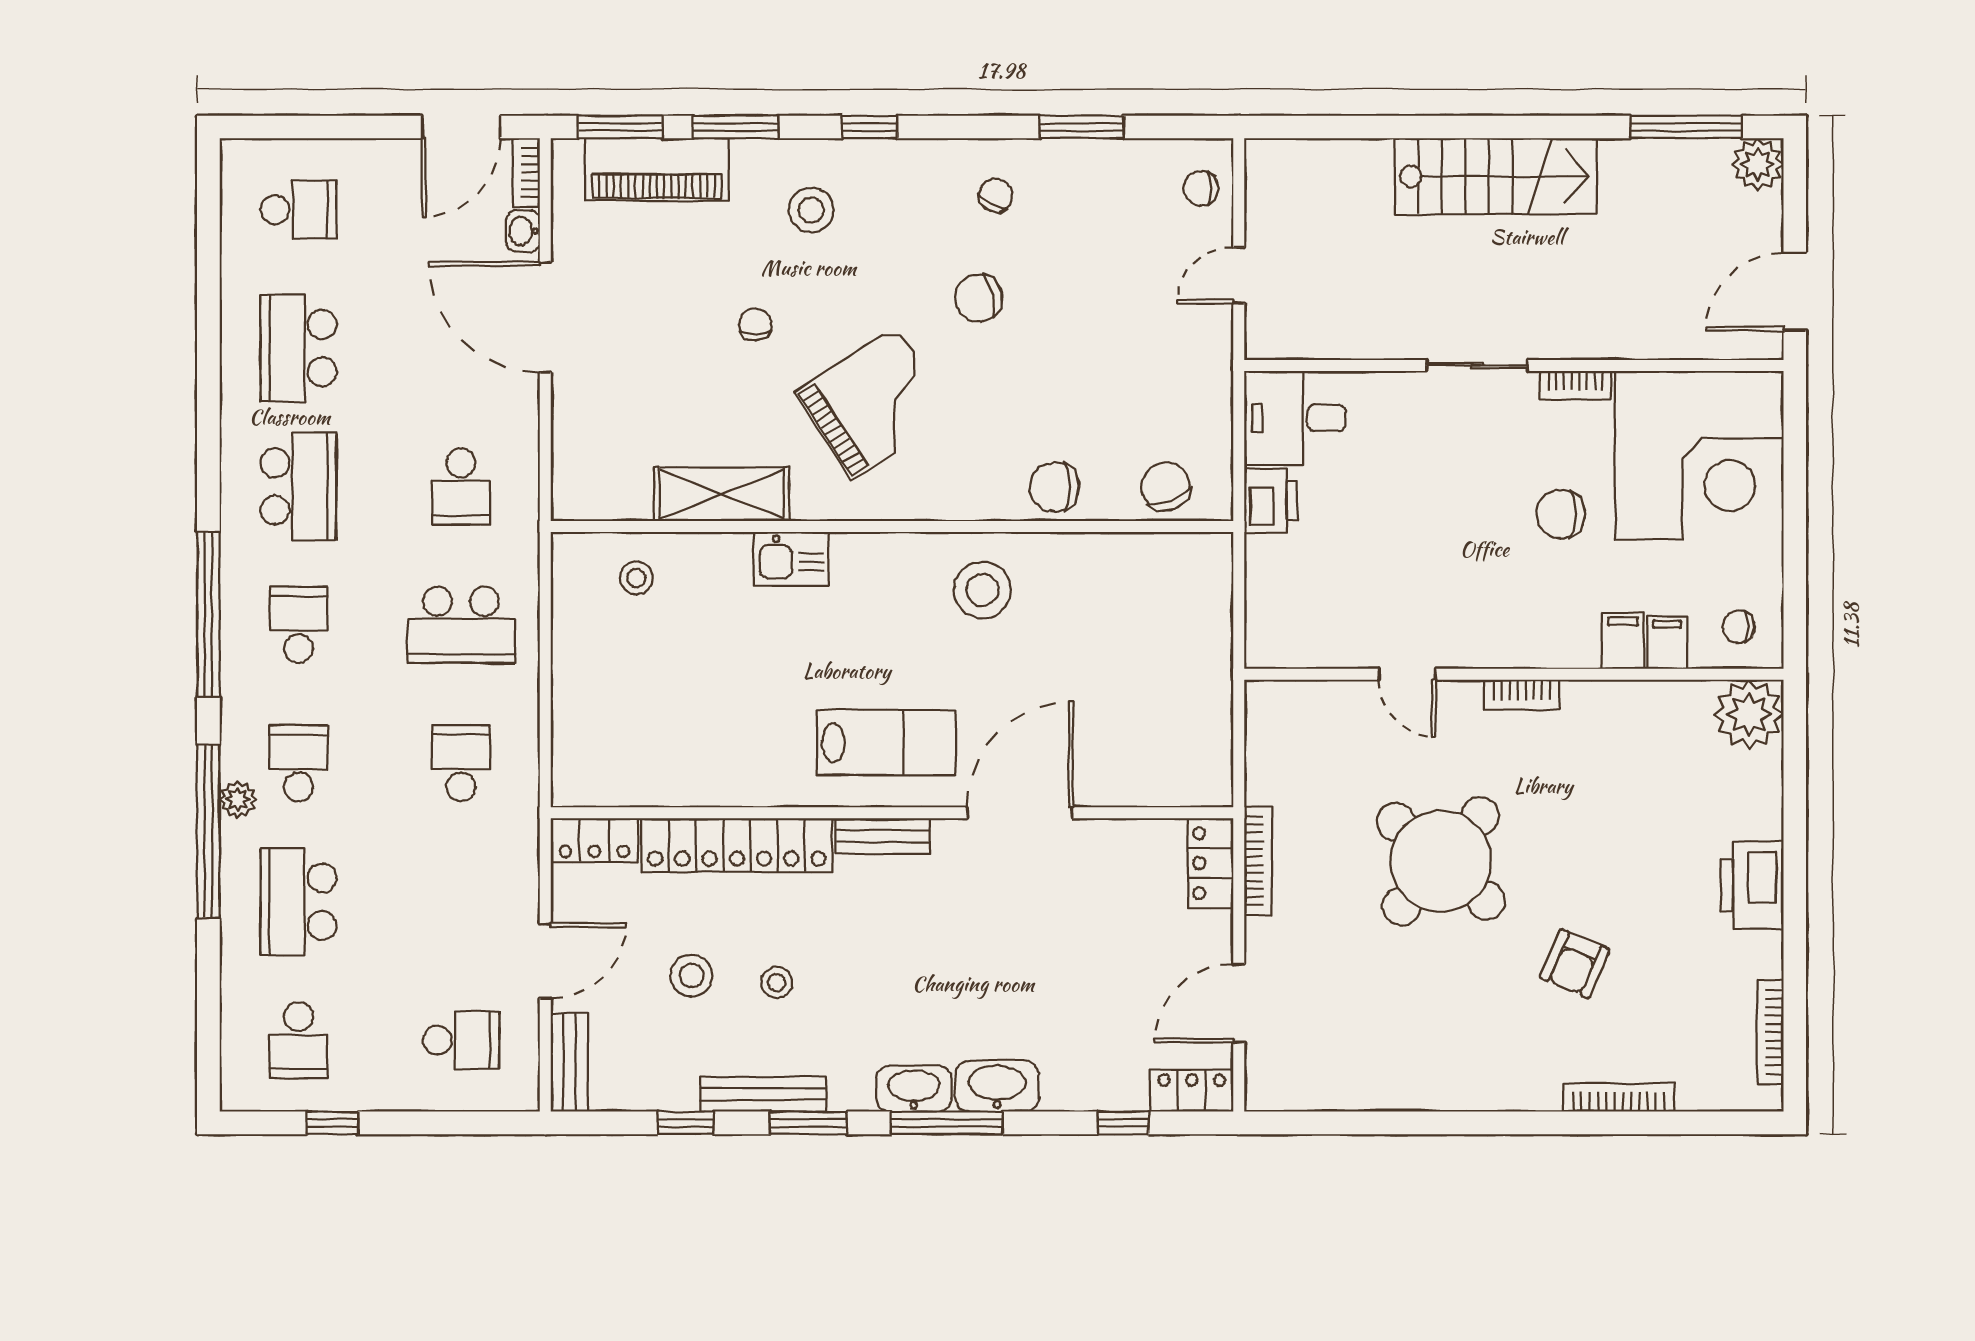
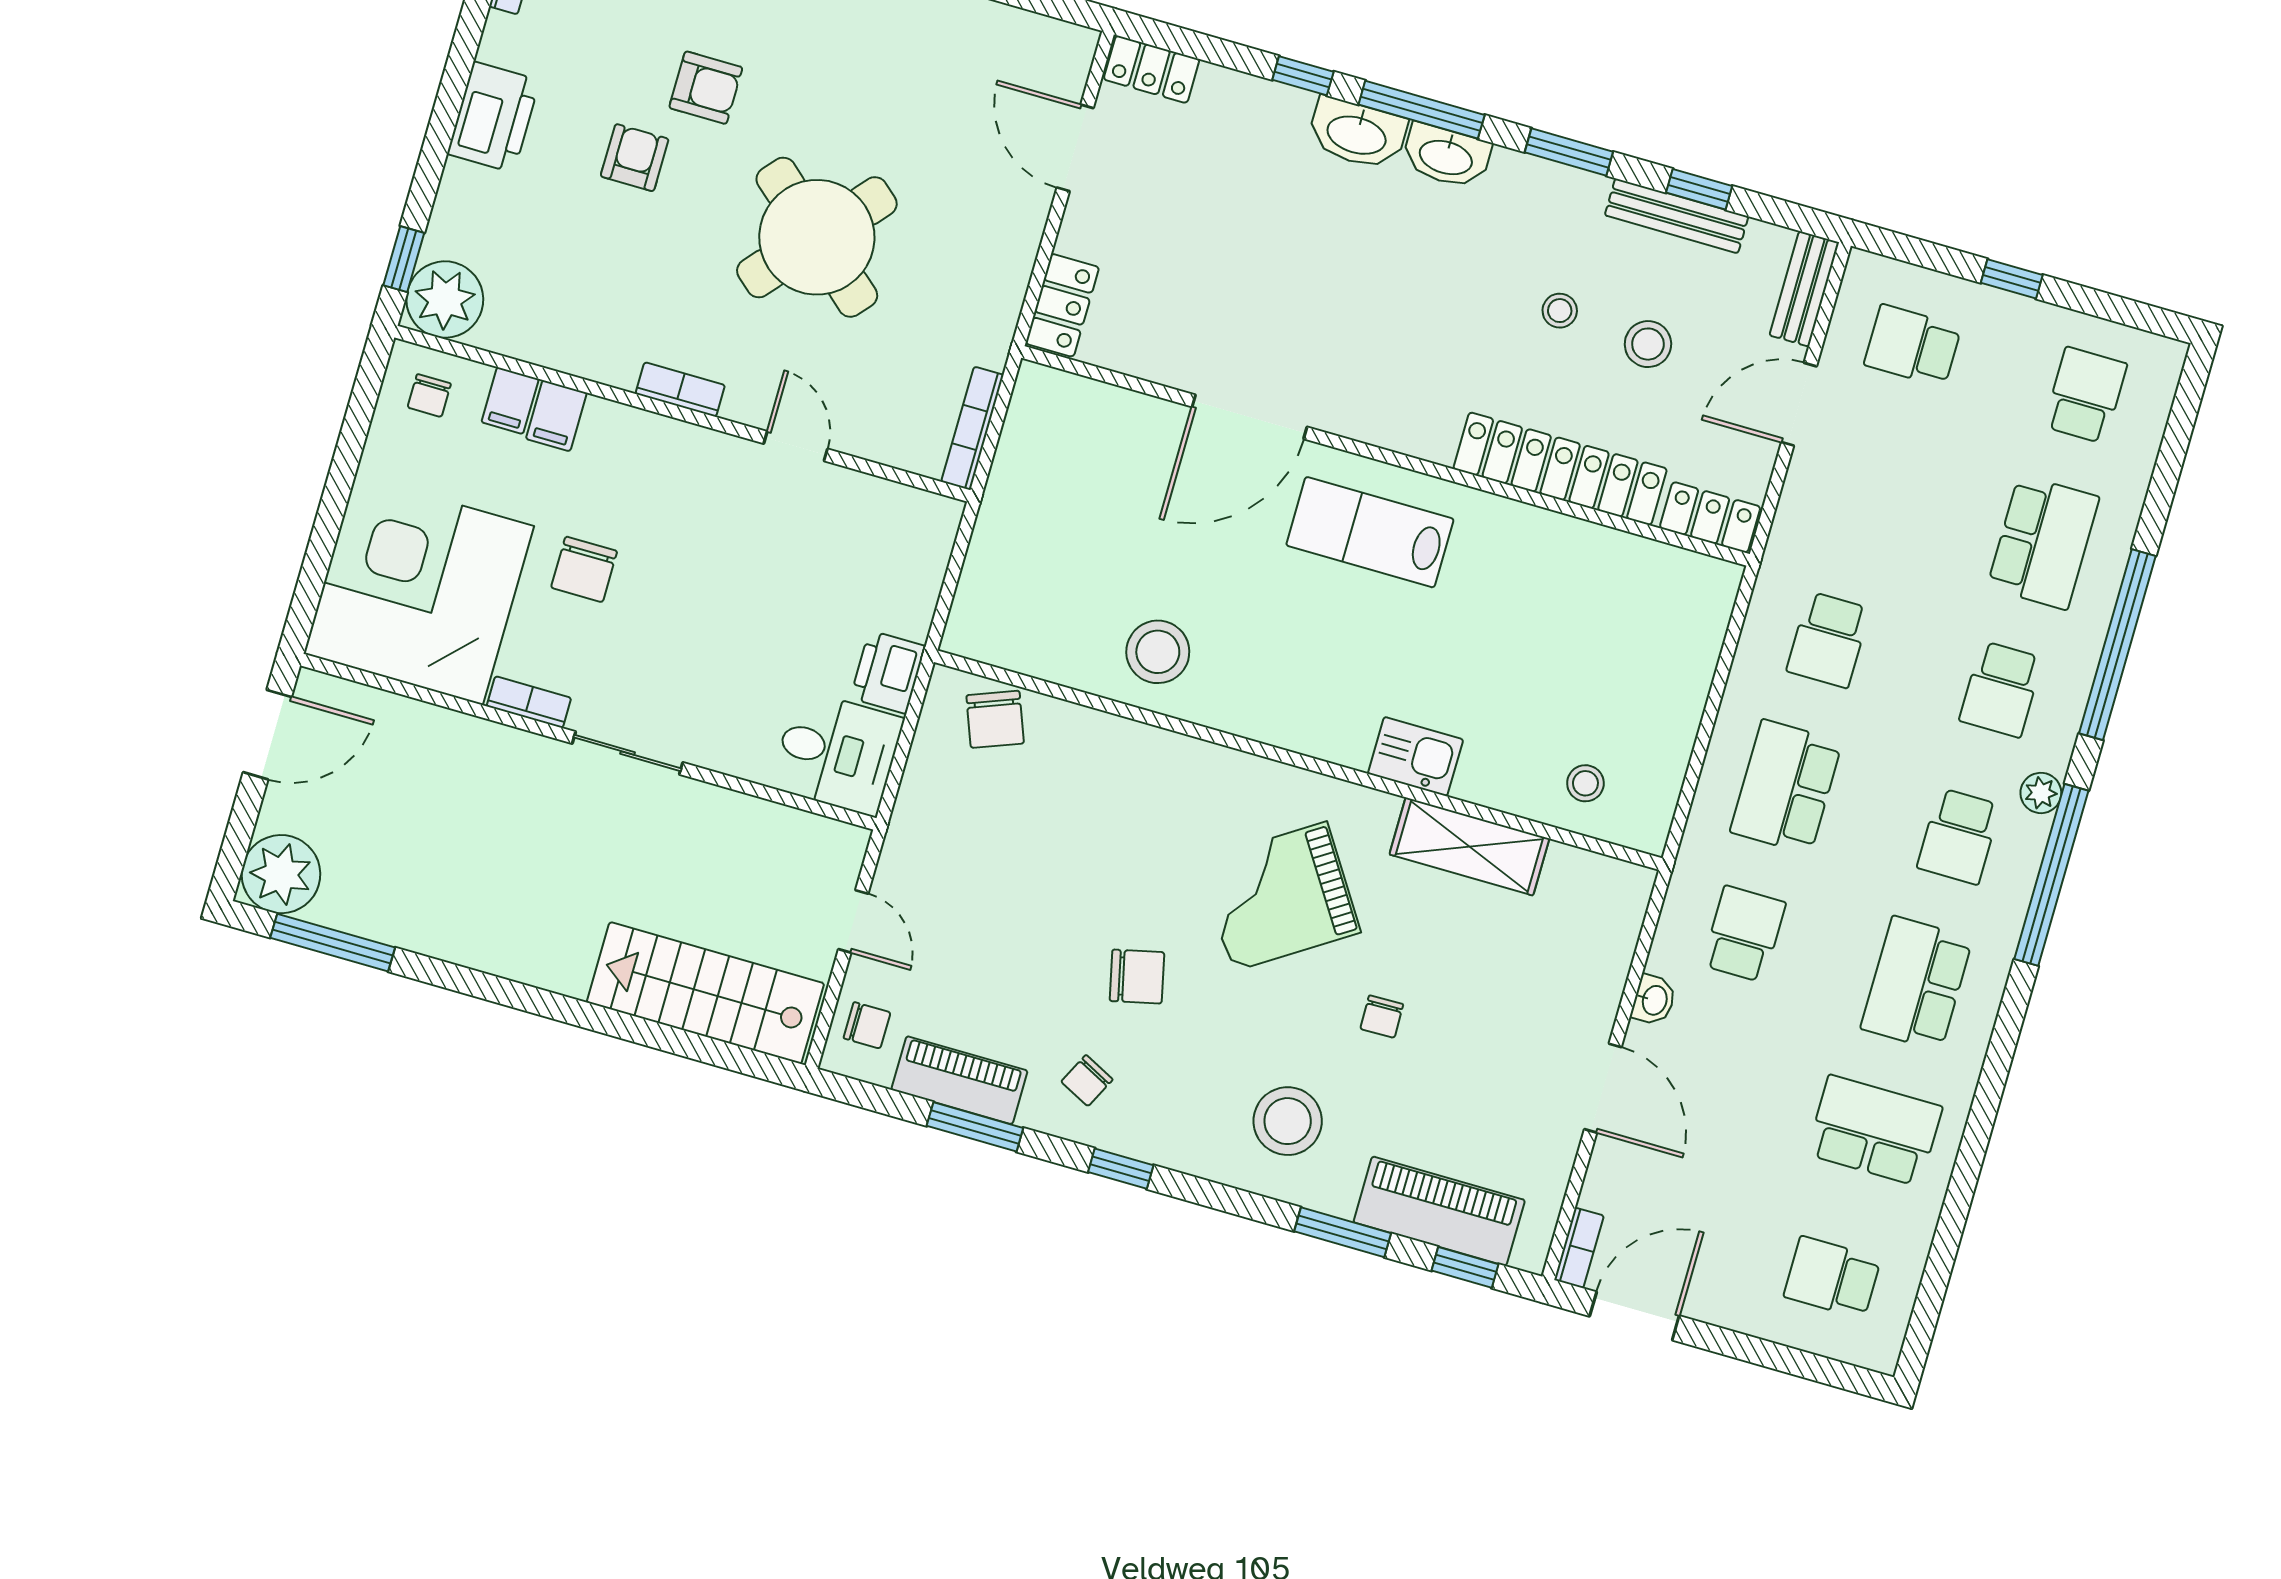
window: (620, 127) -> (1465, 1267), width x0.67
window: (870, 127) -> (1121, 1169), moved
piano: (1107, 164) -> (959, 1080), added
plant: (1758, 164) -> (281, 874), width x1.36, depth x1.36
stairs: (1496, 176) -> (705, 993), moved
stool: (811, 210) -> (1288, 1121), width x1.38, depth x1.38
washbasin: (523, 231) -> (1654, 1000), moved
door: (1239, 275) -> (853, 921), hinge flipped
door: (545, 317) -> (1603, 1088), width x0.73
school desk: (298, 348) -> (1874, 1130), turned -90
chair: (1054, 487) -> (1114, 753), removed
chair: (1561, 514) -> (584, 569), turned 90
stool: (982, 590) -> (1158, 652), moved
school desk: (461, 625) -> (1786, 787), turned -90
chair: (1739, 627) -> (429, 396), turned 90
window: (1795, 739) -> (404, 259), added
plant: (238, 799) -> (2041, 793), moved
bench: (883, 836) -> (1402, 434), removed
bookcase: (1258, 861) -> (972, 428), moved
armchair: (1619, 885) -> (635, 158), added
armchair: (1575, 964) -> (706, 88), turned 67
door: (1239, 1003) -> (1075, 148), swing flipped
bench: (763, 1094) -> (1677, 216), moved
window: (332, 1123) -> (2012, 279), moved
window: (1123, 1123) -> (1303, 76), moved

